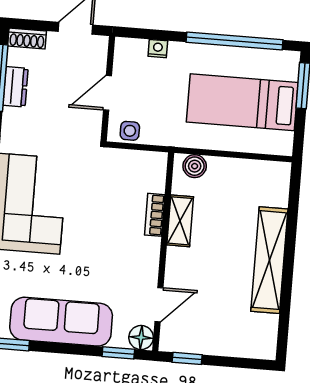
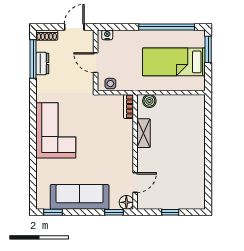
nightstand: (158, 49) -> (107, 35), moved
door: (107, 93) -> (96, 63), hinge flipped
bookcase: (155, 215) -> (129, 106), moved
shelving: (269, 260) -> (197, 152), removed
window: (187, 358) -> (170, 212), moved

